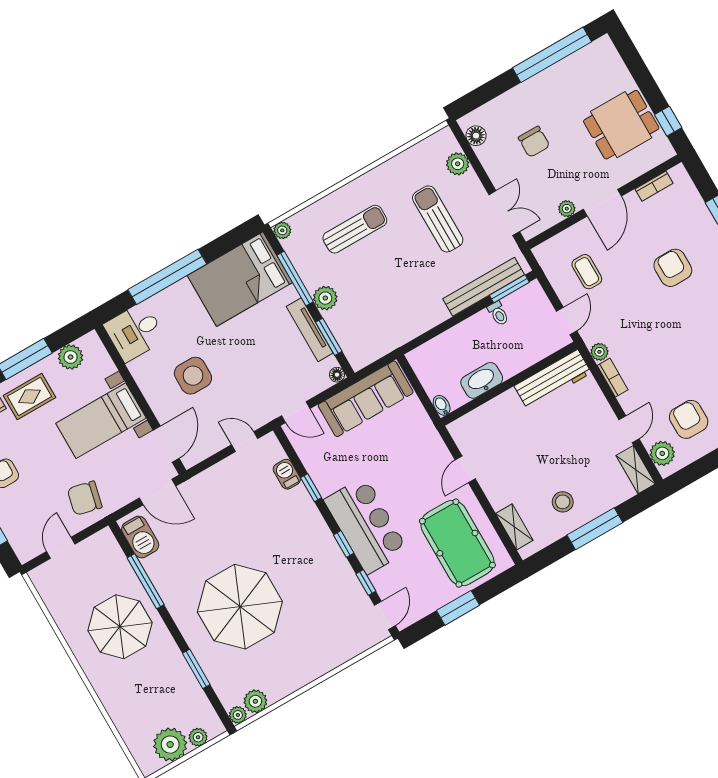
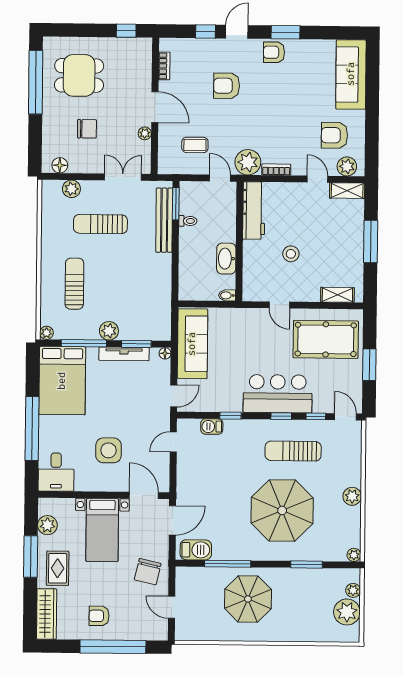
dining table: (621, 125) -> (79, 75), moved, turned 90
plant: (599, 352) -> (248, 162), width x1.88, depth x1.88
stool: (563, 502) -> (291, 254), moved
sun lounger: (313, 580) -> (293, 451), added
plant: (255, 701) -> (352, 496), moved

